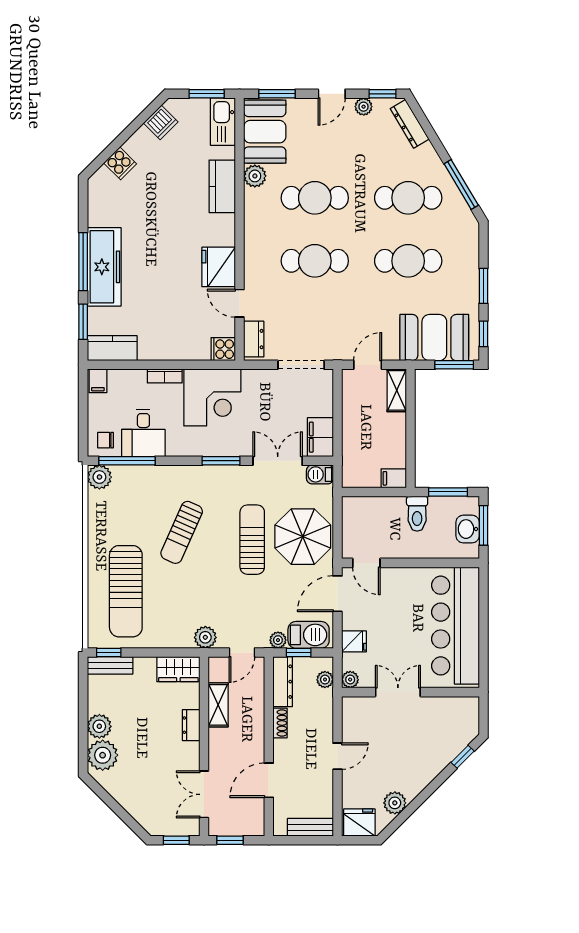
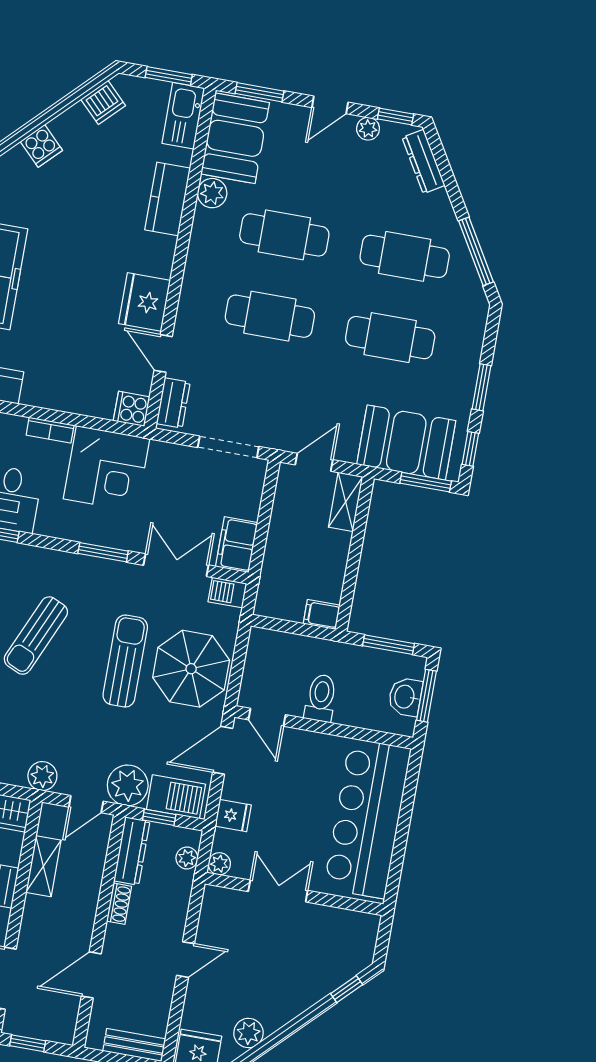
toilet: (417, 514) -> (321, 698), moved, turned 180
plant: (278, 640) -> (128, 785), width x1.88, depth x1.88

